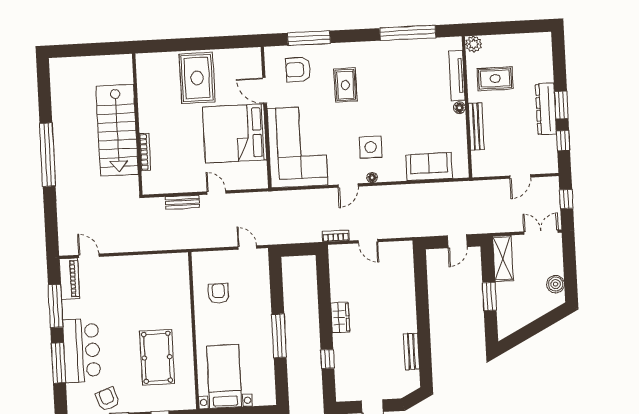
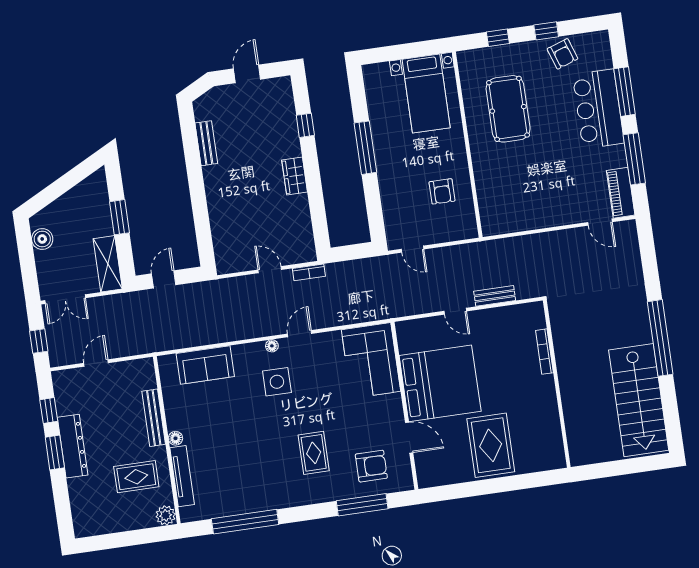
stairs: (117, 130) -> (639, 400), moved, turned 180
corner sofa: (297, 147) -> (371, 360), width x0.73, depth x0.74

